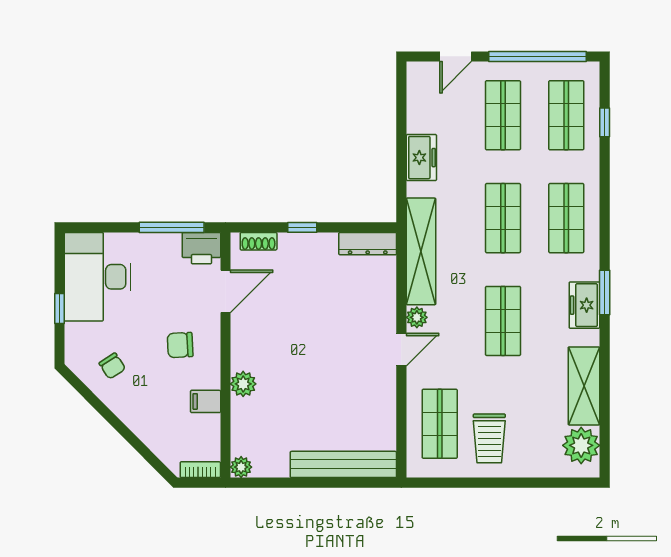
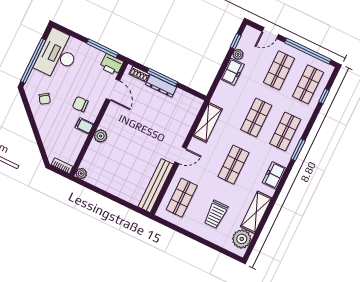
window: (401, 101) -> (236, 41), added
window: (302, 227) -> (162, 77), width x2.17
dresser: (368, 244) -> (161, 86), moved
shelving: (421, 251) -> (208, 122), width x0.68
door: (225, 291) -> (113, 90), hinge flipped
window: (605, 292) -> (298, 150), moved
window: (59, 308) -> (33, 61), width x3.17
plant: (417, 317) -> (238, 54), moved
filing cabinet: (206, 401) -> (84, 126), moved
trolley: (489, 438) -> (216, 214), moved
bench: (343, 464) -> (156, 186), moved, turned 90

